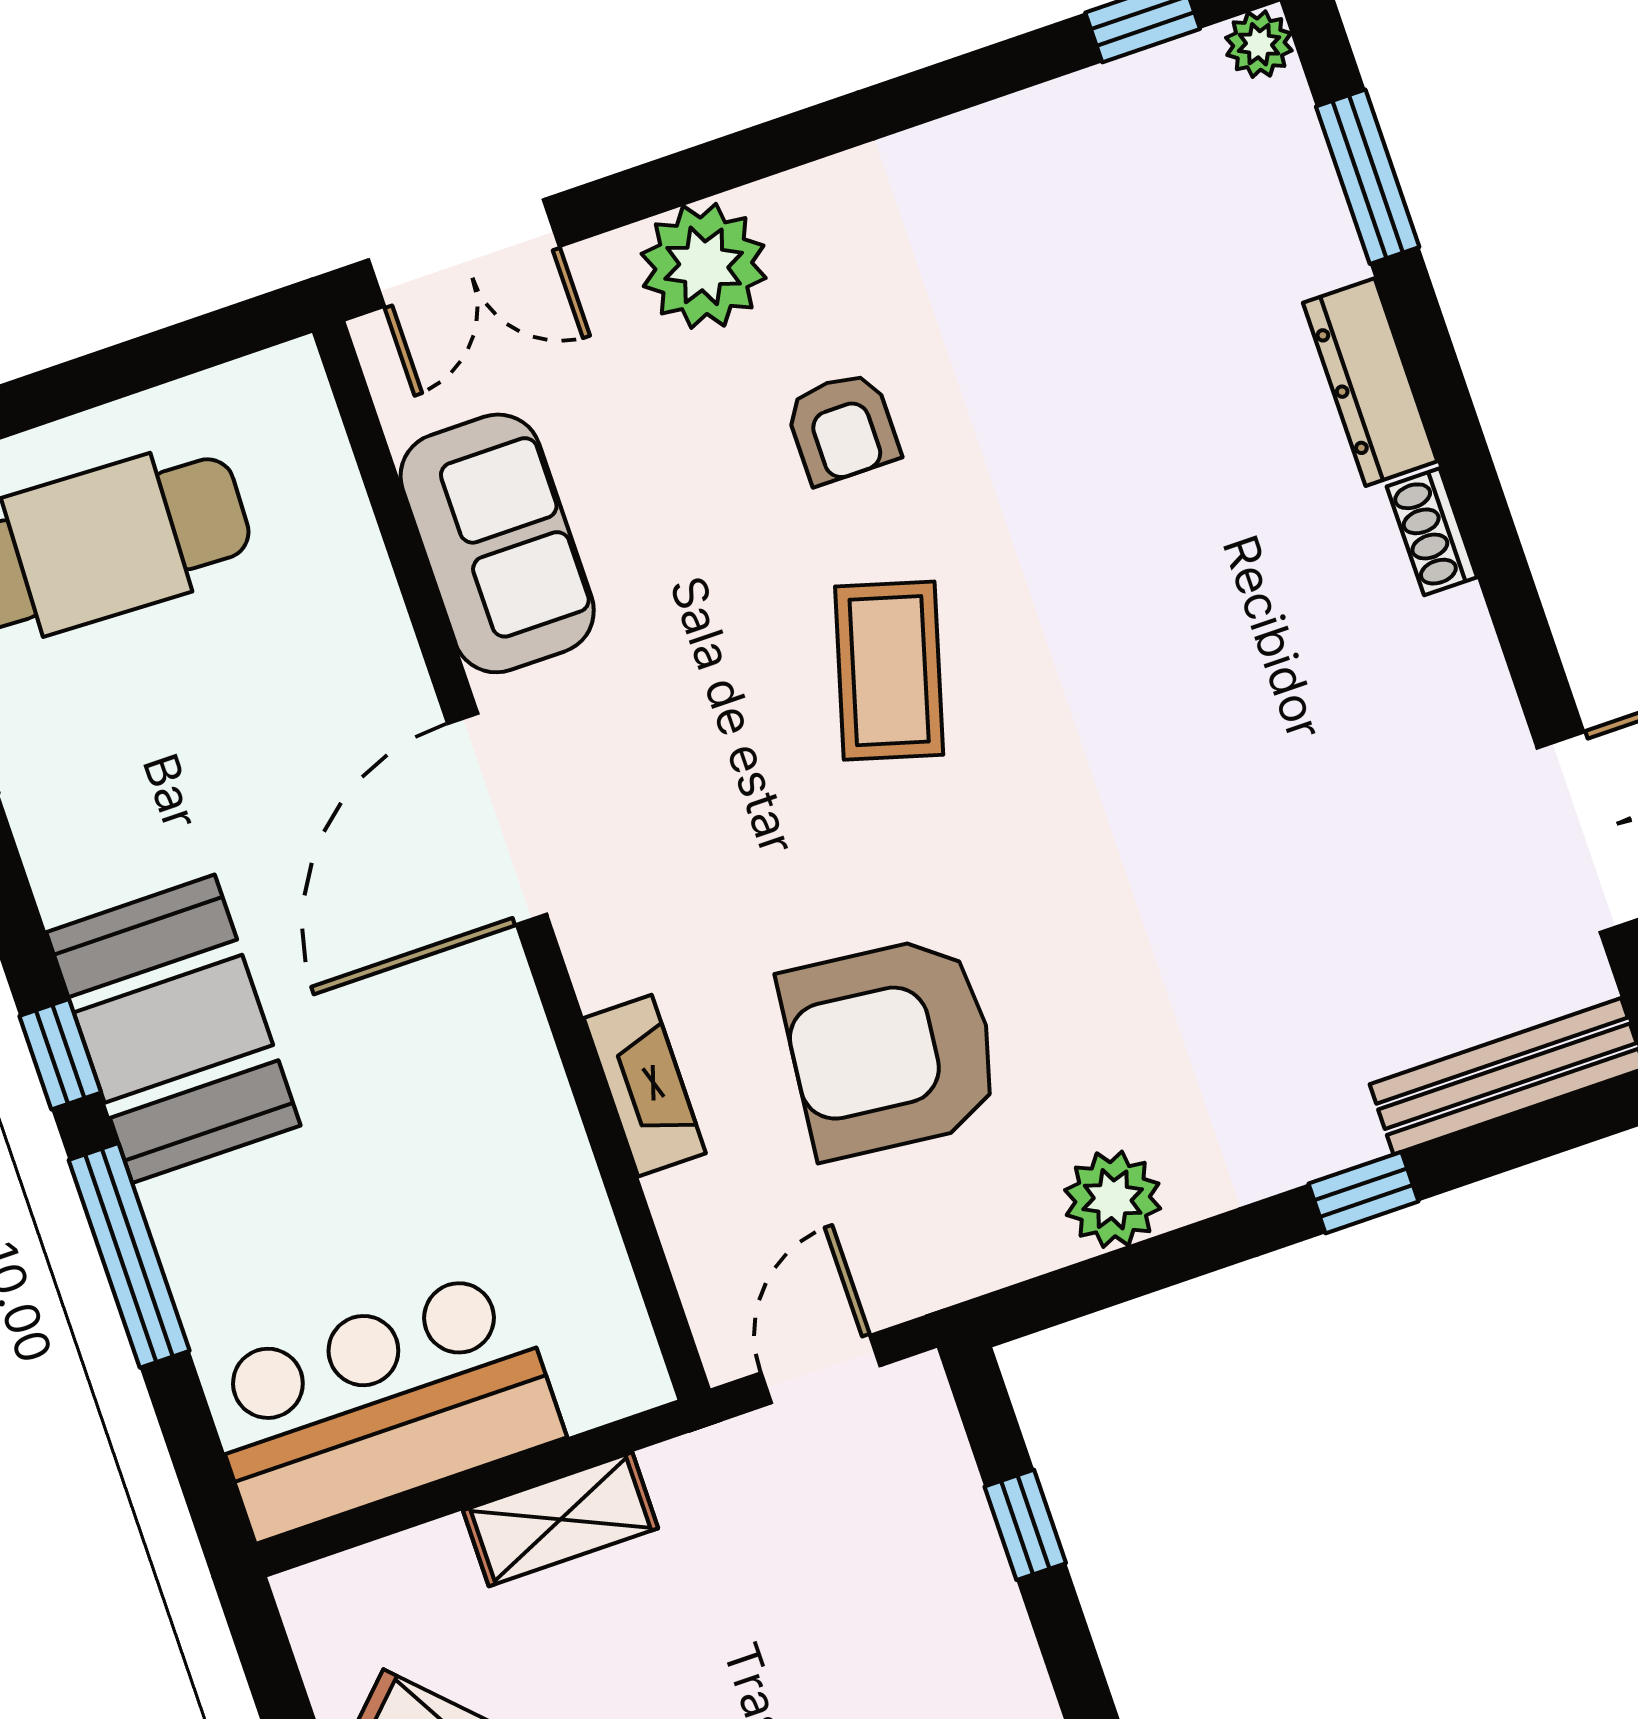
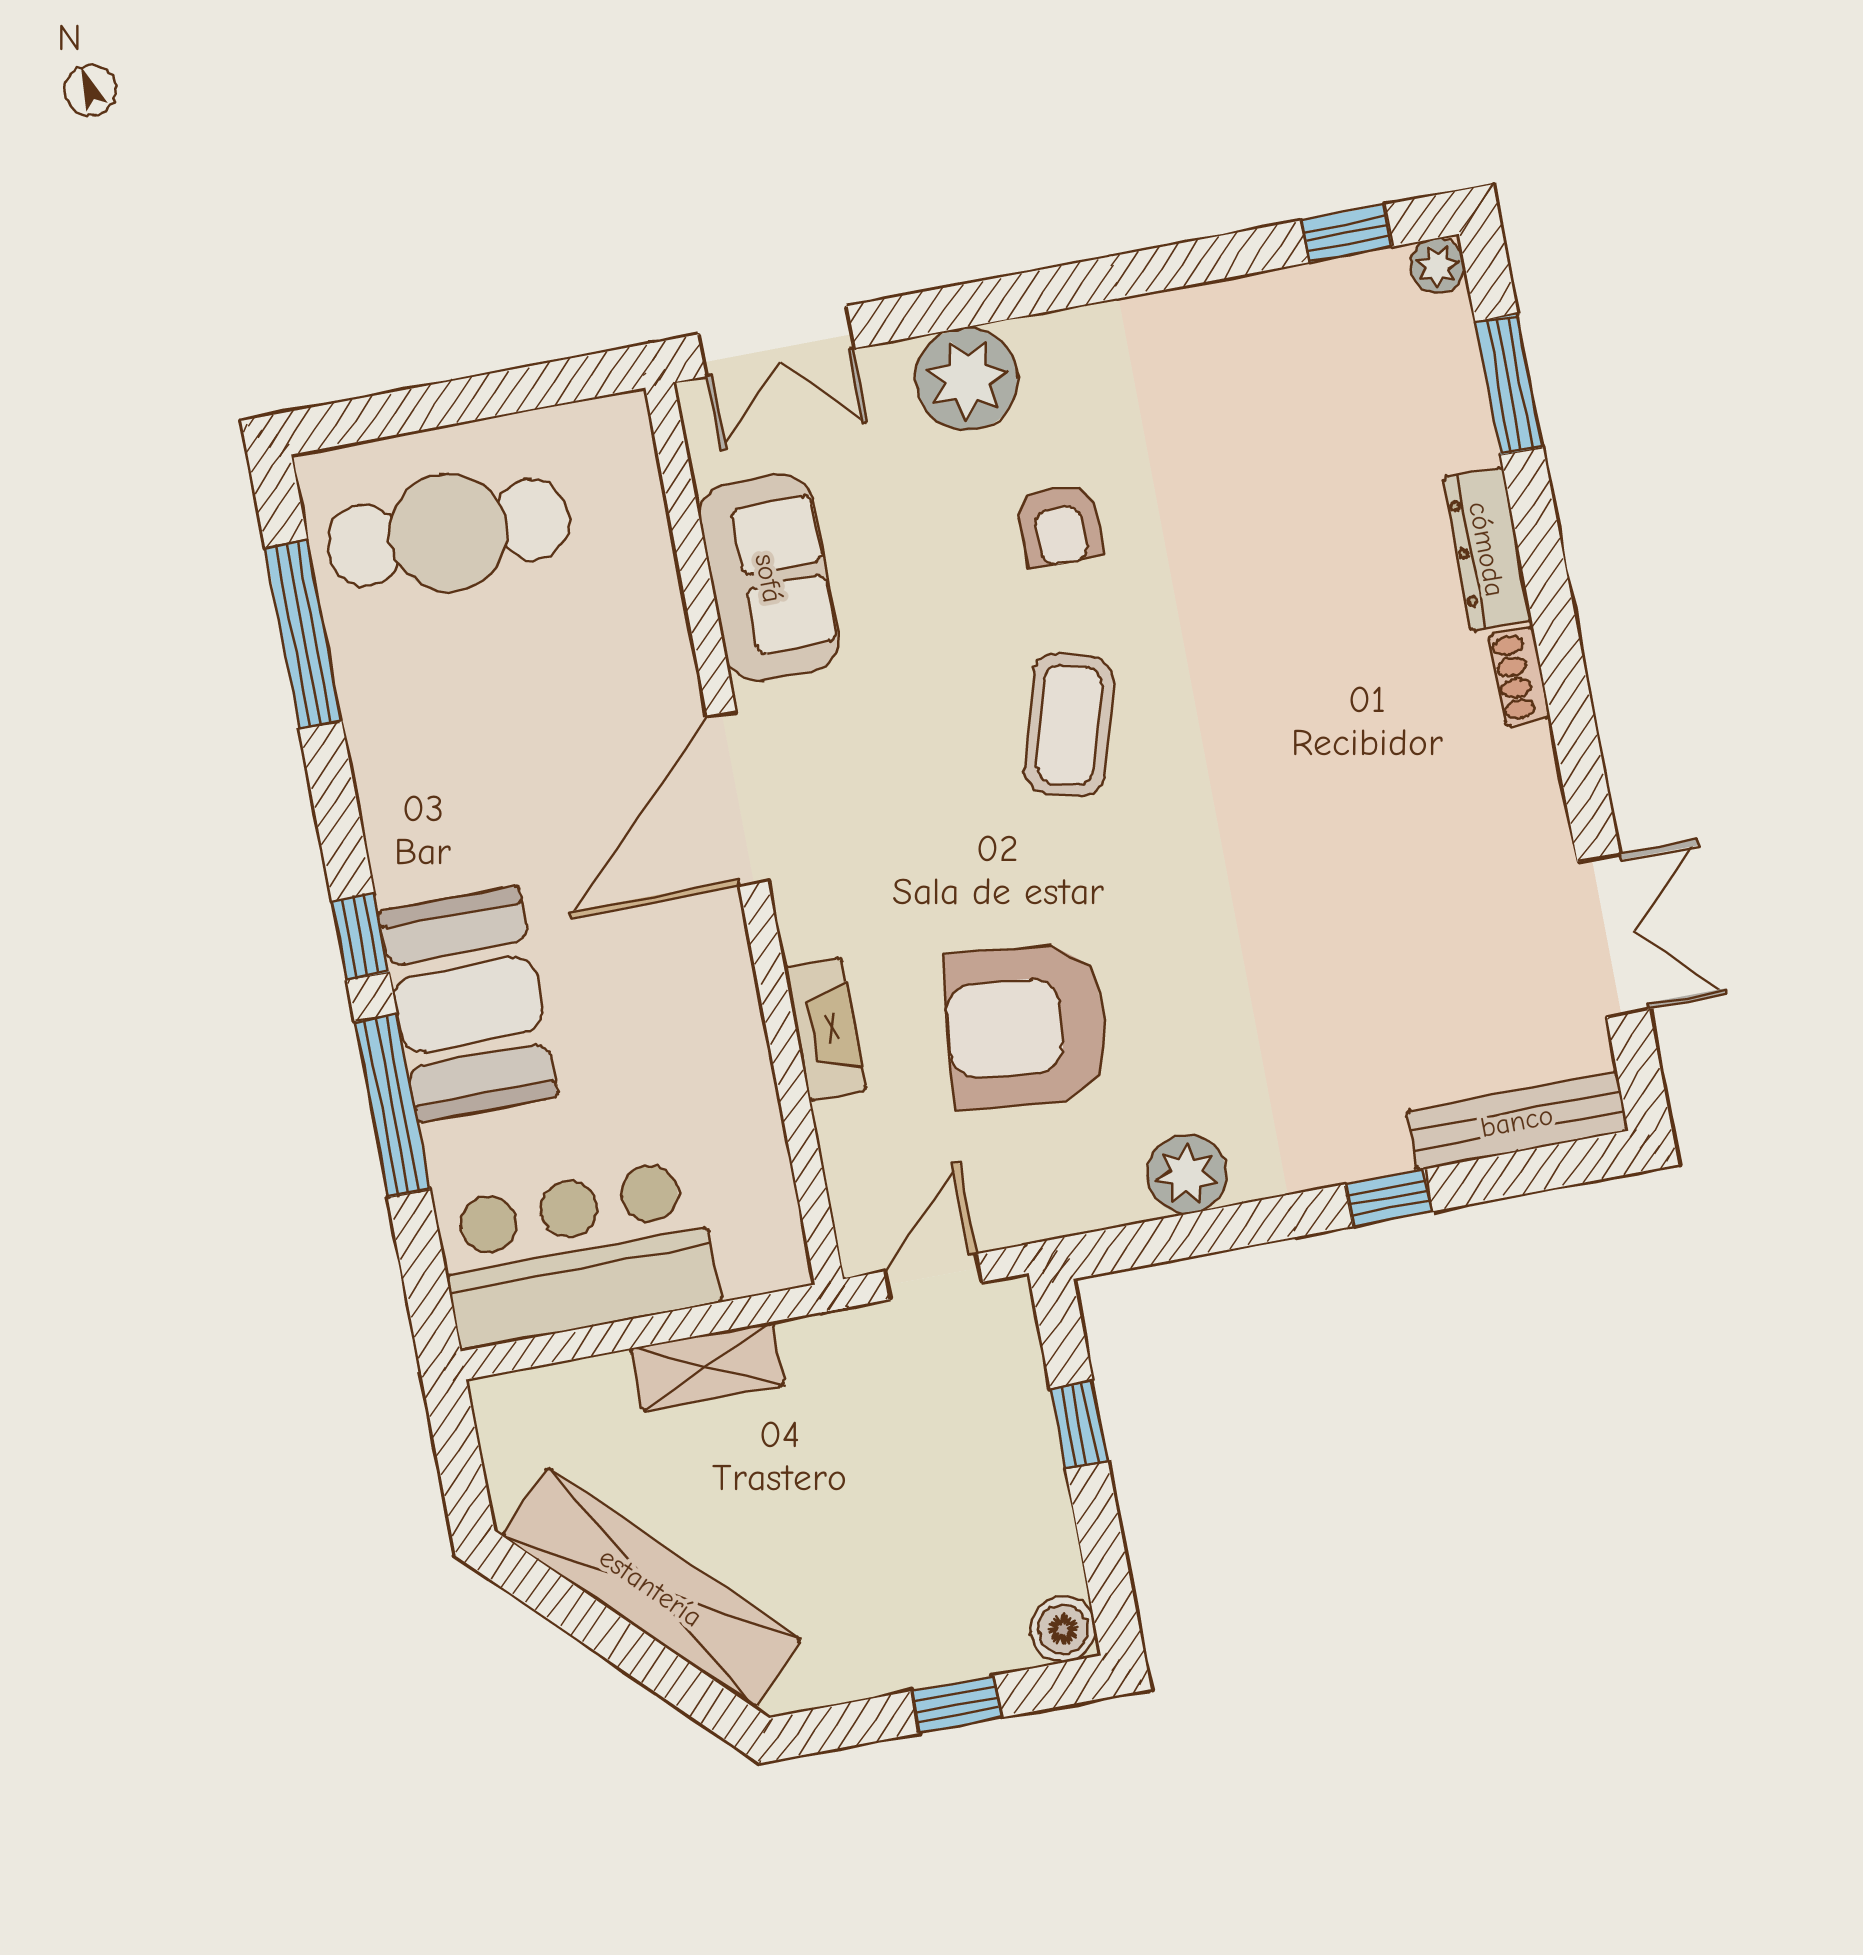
booth: (173, 1029) -> (468, 1004), moved

